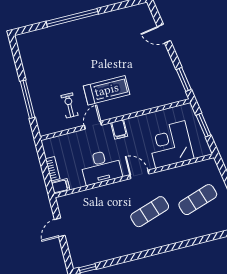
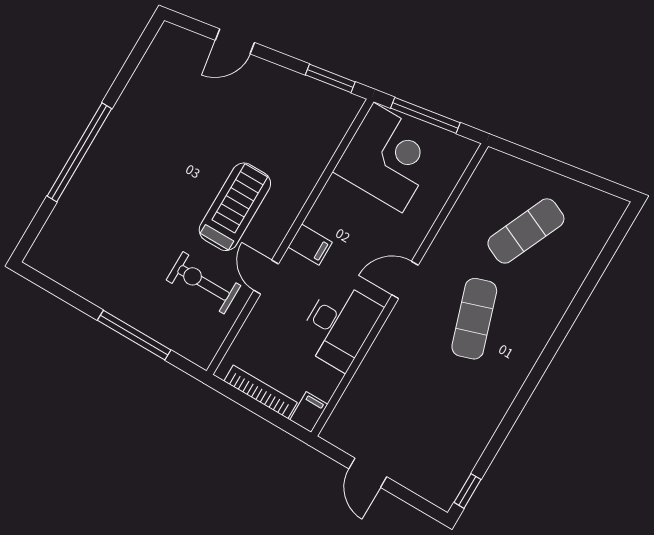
exercise bike: (69, 105) -> (203, 283), width x1.38, depth x1.39
window: (203, 125) -> (425, 115), width x1.44
corner desk: (170, 144) -> (388, 158), moved, turned 180
bookcase: (53, 169) -> (261, 392), width x1.56
exercise mat: (198, 200) -> (526, 231), turned 42

